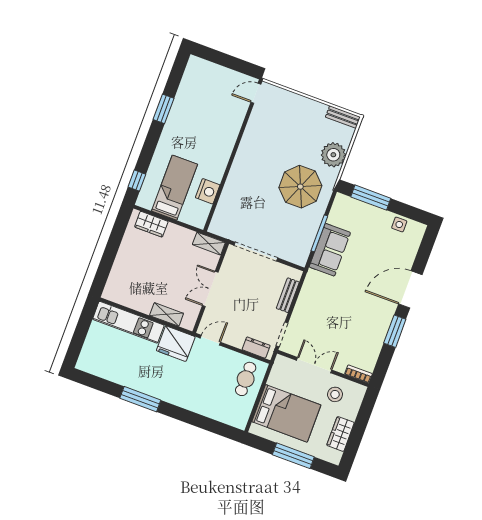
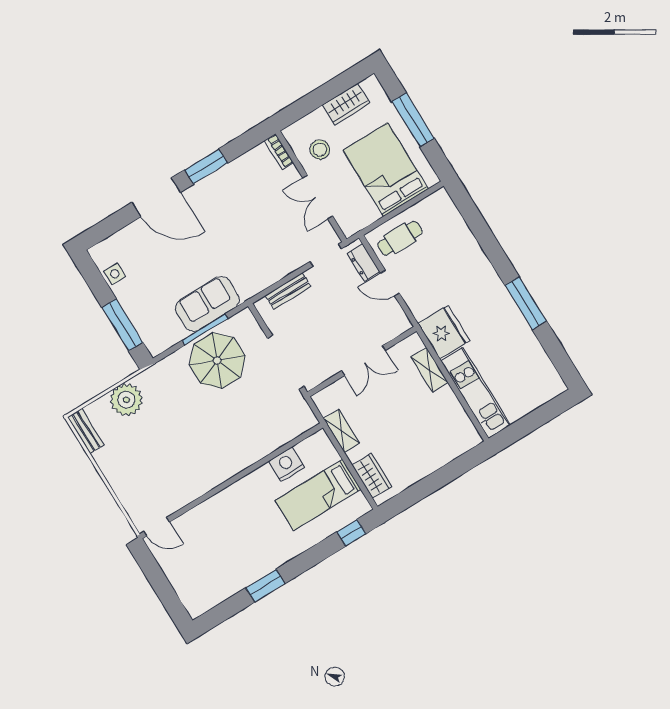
parasol: (300, 187) -> (217, 360), moved
shelving: (209, 244) -> (341, 431), moved
door: (210, 340) -> (390, 283), moved

